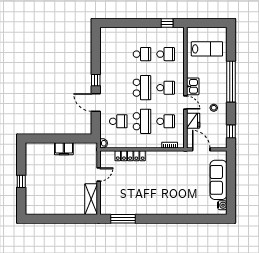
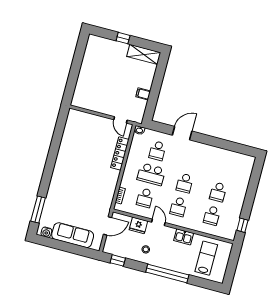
lab bench: (207, 49) -> (206, 258), turned 180
window: (96, 80) -> (204, 139), removed
kitchen sink: (193, 86) -> (184, 237), moved
school desk: (142, 88) -> (185, 183), width x0.54
door: (185, 103) -> (158, 222), swing flipped
filing cabinet: (64, 149) -> (143, 94), width x0.50
door: (99, 175) -> (120, 120), moved
shelving: (91, 199) -> (144, 54), moved
window: (123, 219) -> (38, 210), moved

